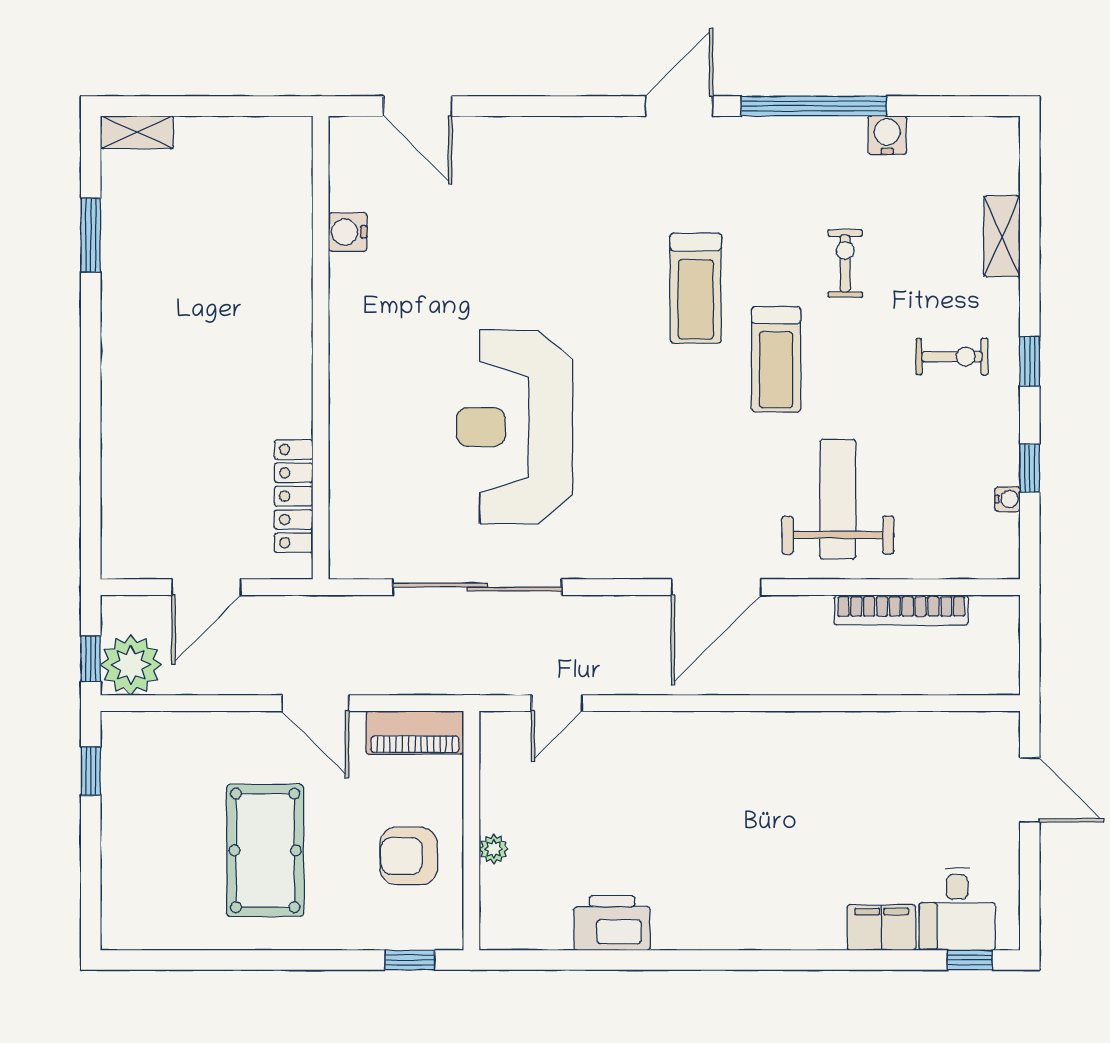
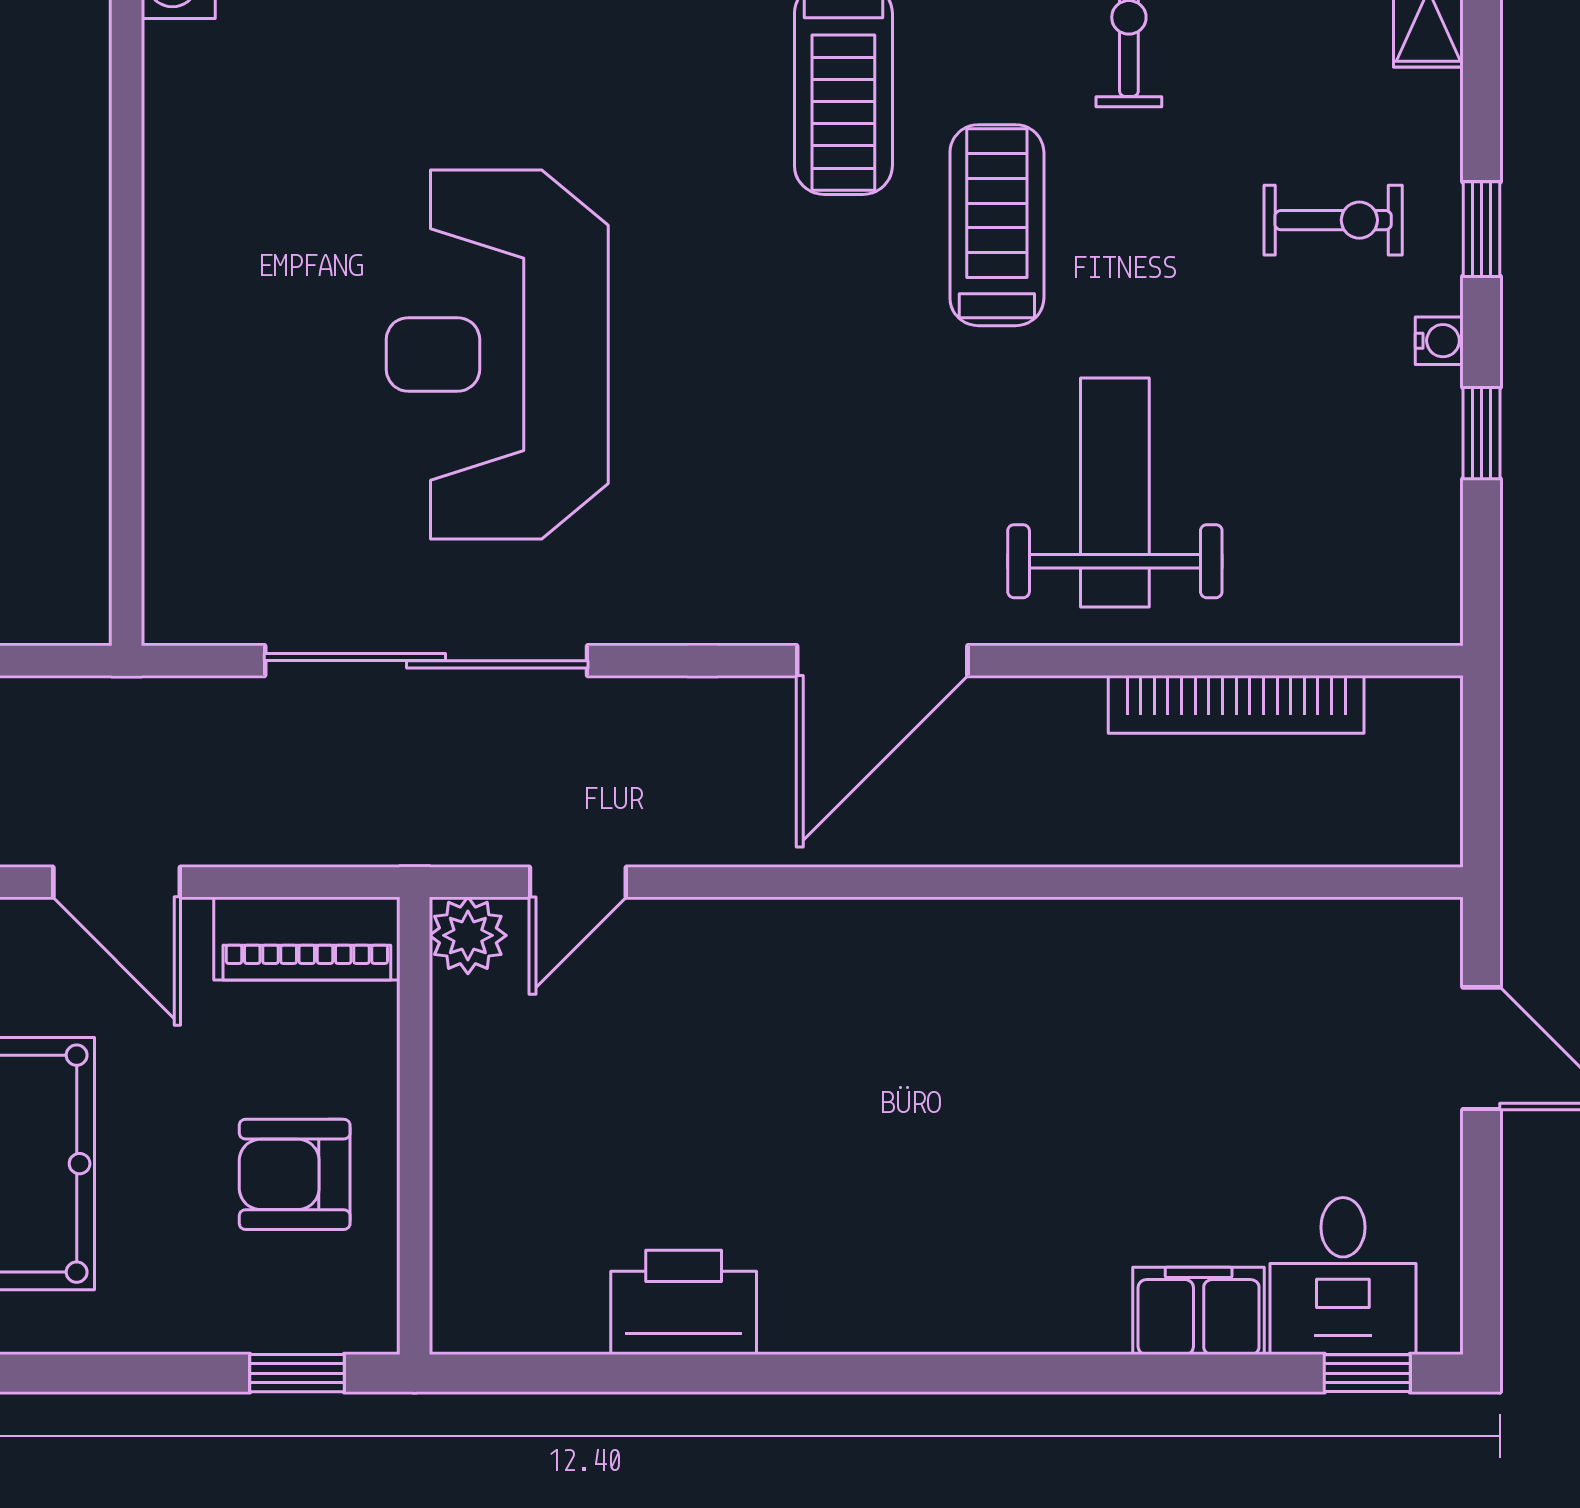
treadmill: (776, 359) -> (997, 225), turned 180
locker: (294, 496) -> (75, 487), removed
water cooler: (1008, 499) -> (1439, 341), moved
plant: (494, 849) -> (468, 935), moved, width x1.38, depth x1.38

